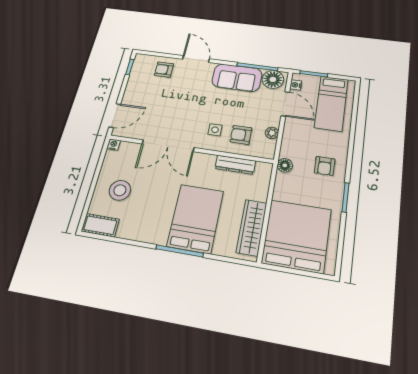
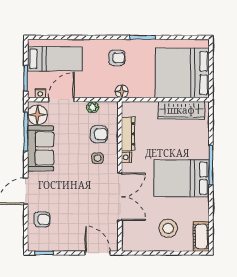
armchair: (164, 70) -> (42, 219), turned -90
armchair: (241, 135) -> (99, 134), turned -90
nightstand: (114, 145) -> (127, 157), moved
bed: (195, 218) -> (182, 178), moved

